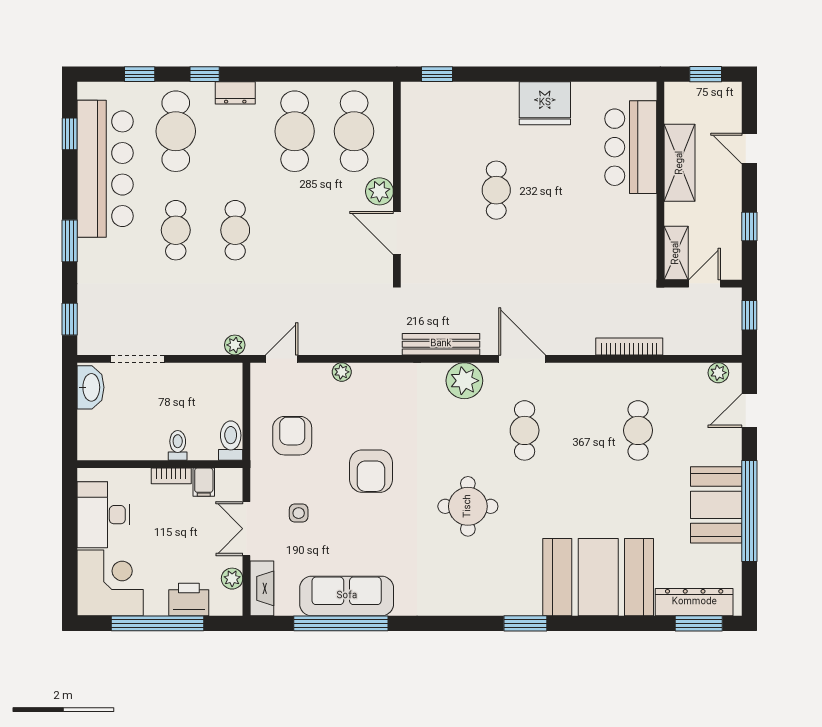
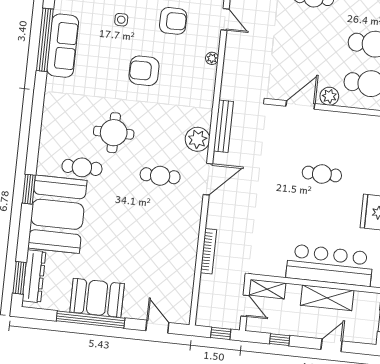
bar counter: (631, 147) -> (330, 265), width x1.36
plant: (718, 373) -> (185, 309), removed
cafe table: (638, 430) -> (82, 167), moved
window: (525, 623) -> (29, 189), moved

